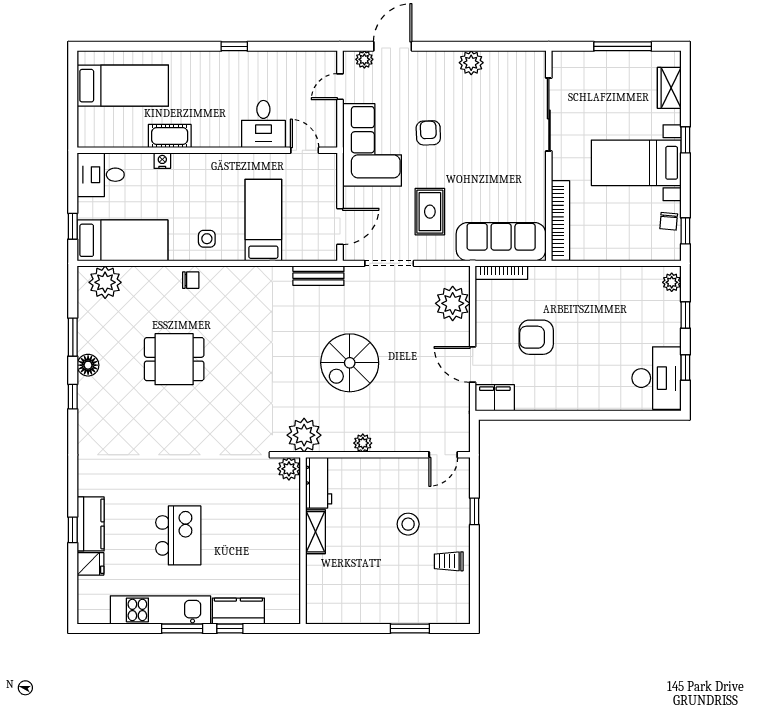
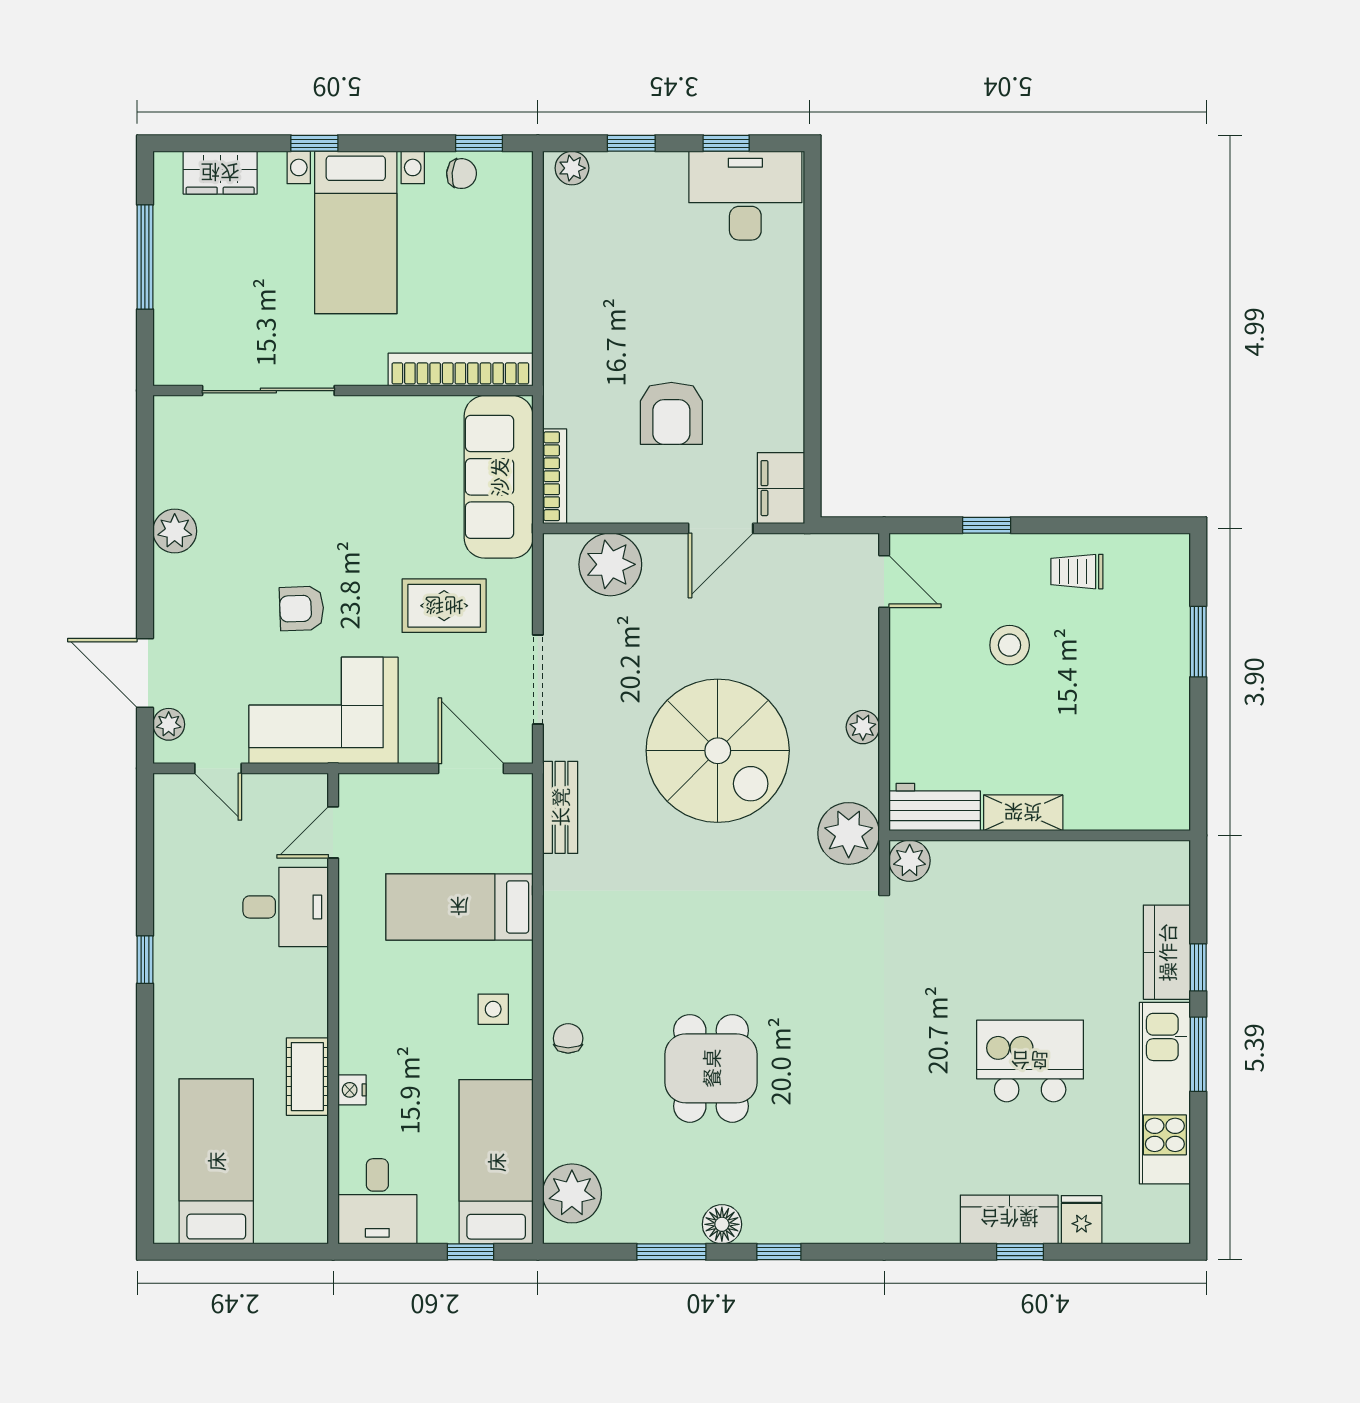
spiral stairs: (350, 363) -> (718, 751), width x1.37, depth x1.37
trolley: (449, 561) -> (1077, 572), turned 90

